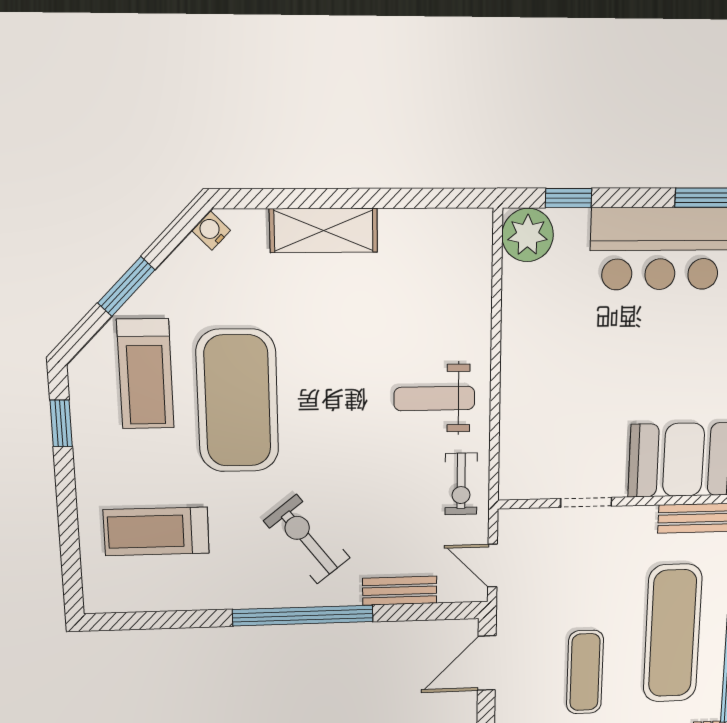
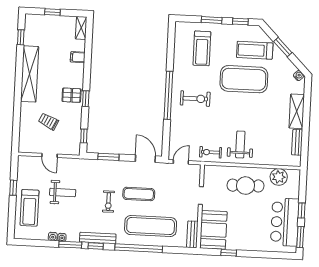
window: (568, 198) -> (302, 210), moved
plant: (528, 235) -> (279, 177), moved
cafe table: (555, 375) -> (246, 186), added
window: (67, 509) -> (212, 20), added
treadmill: (156, 531) -> (202, 48), turned 180
exercise bike: (307, 539) -> (195, 99), turned 38
bench: (400, 591) -> (297, 142), moved

